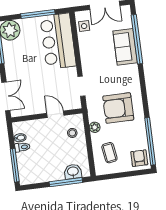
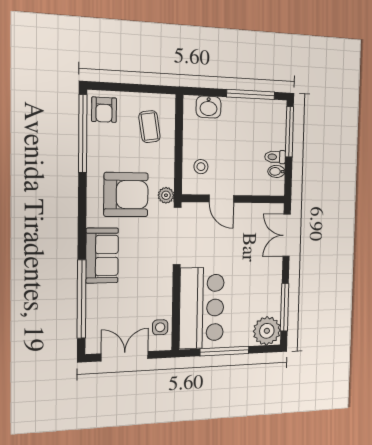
sofa: (125, 47) -> (102, 256), moved
doorway: (81, 86) -> (177, 236), width x1.87
plant: (95, 127) -> (166, 195), moved
window: (66, 182) -> (251, 94), moved

